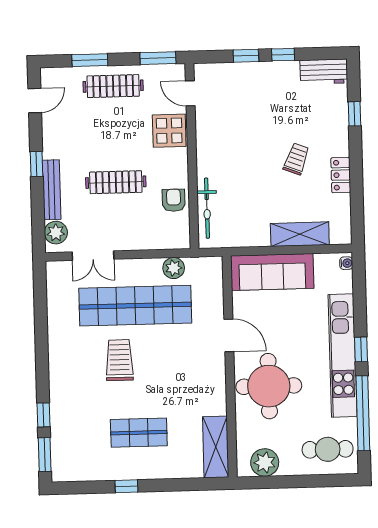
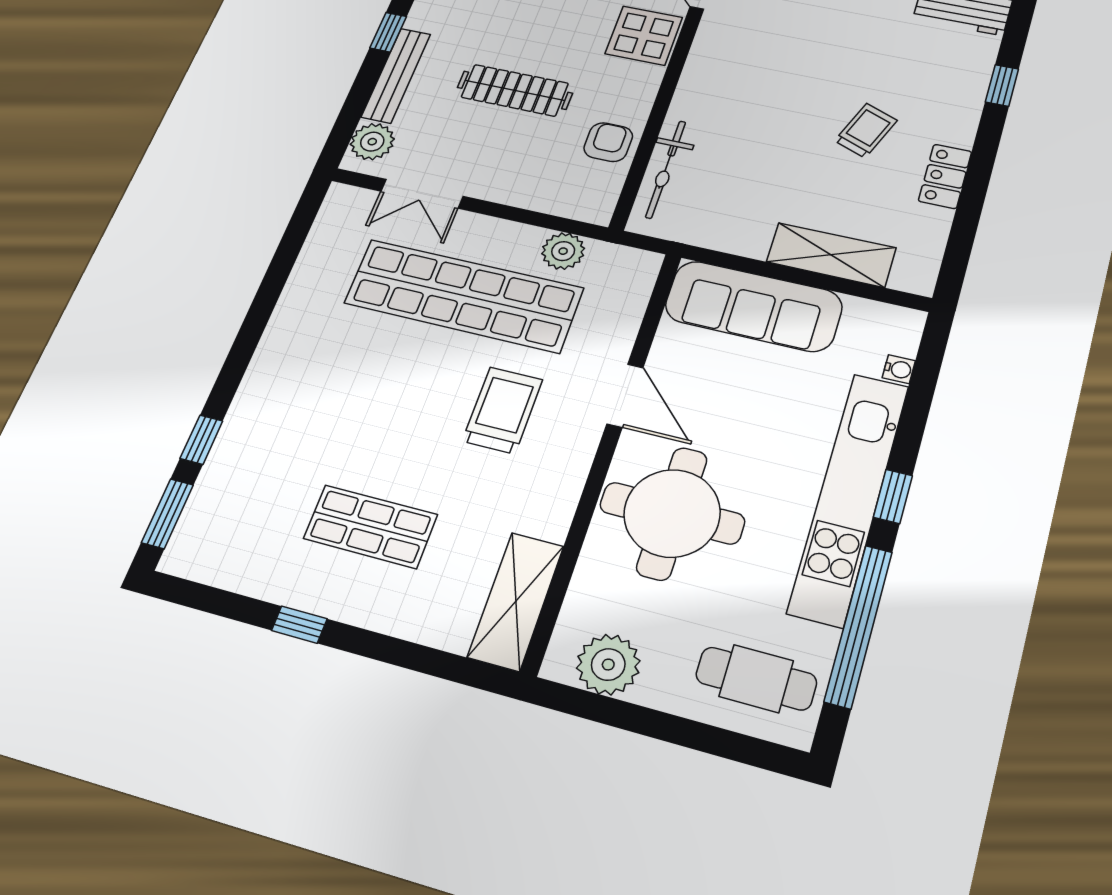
water cooler: (346, 263) -> (899, 369), moved
trolley: (119, 360) -> (502, 410), moved

